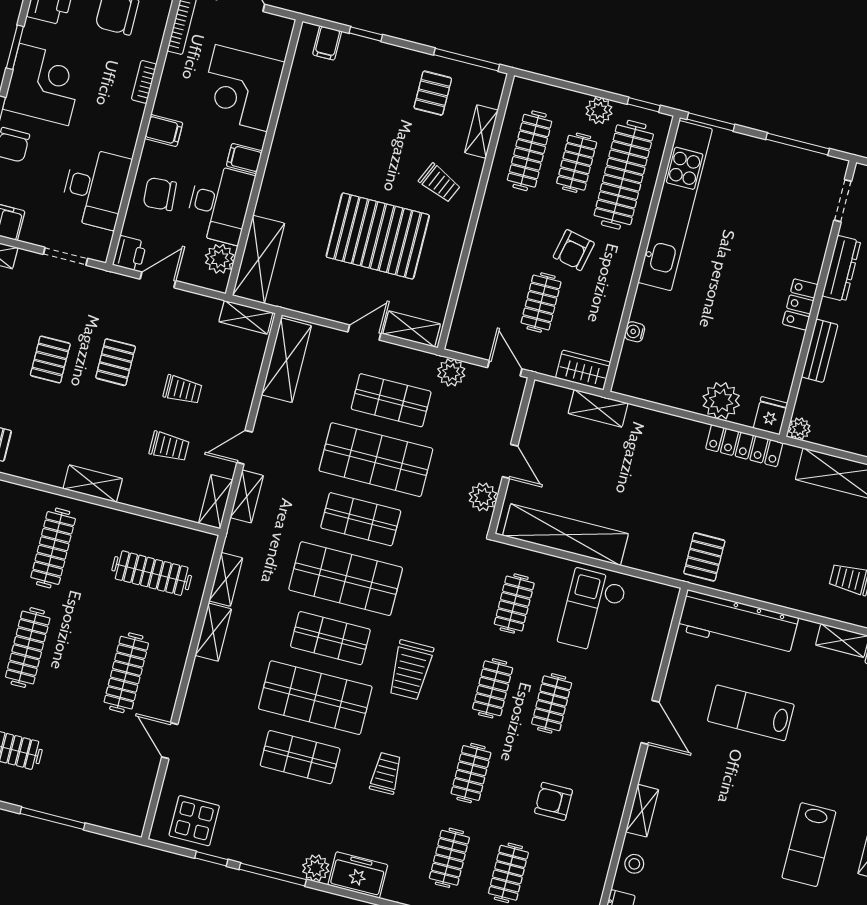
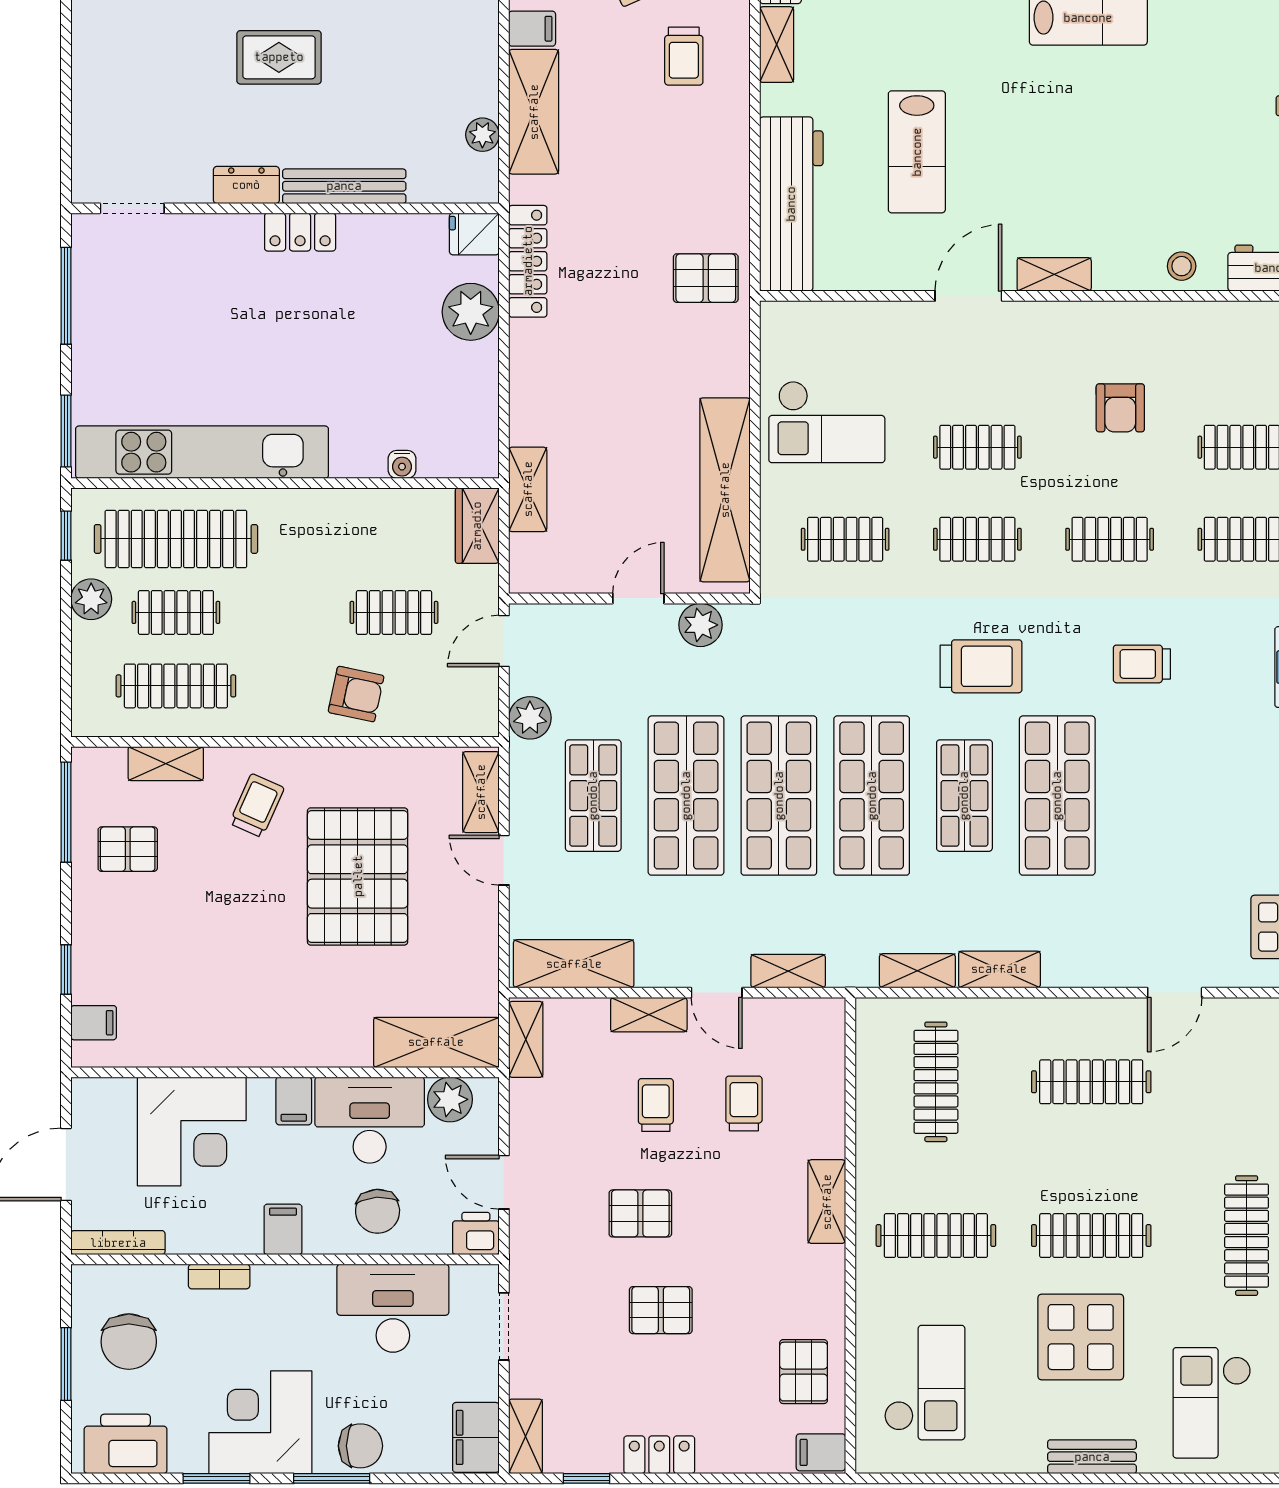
armchair: (574, 250) -> (356, 694), moved
dresser: (841, 268) -> (246, 185), width x0.70
bench: (820, 351) -> (344, 186), width x1.36
plant: (799, 429) -> (482, 135), moved
shelving: (216, 502) -> (649, 1015), moved
shop shelf: (361, 519) -> (779, 796), width x1.43, depth x1.36
shop shelf: (300, 757) -> (1150, 796), removed
shelving: (642, 811) -> (1054, 274), moved

